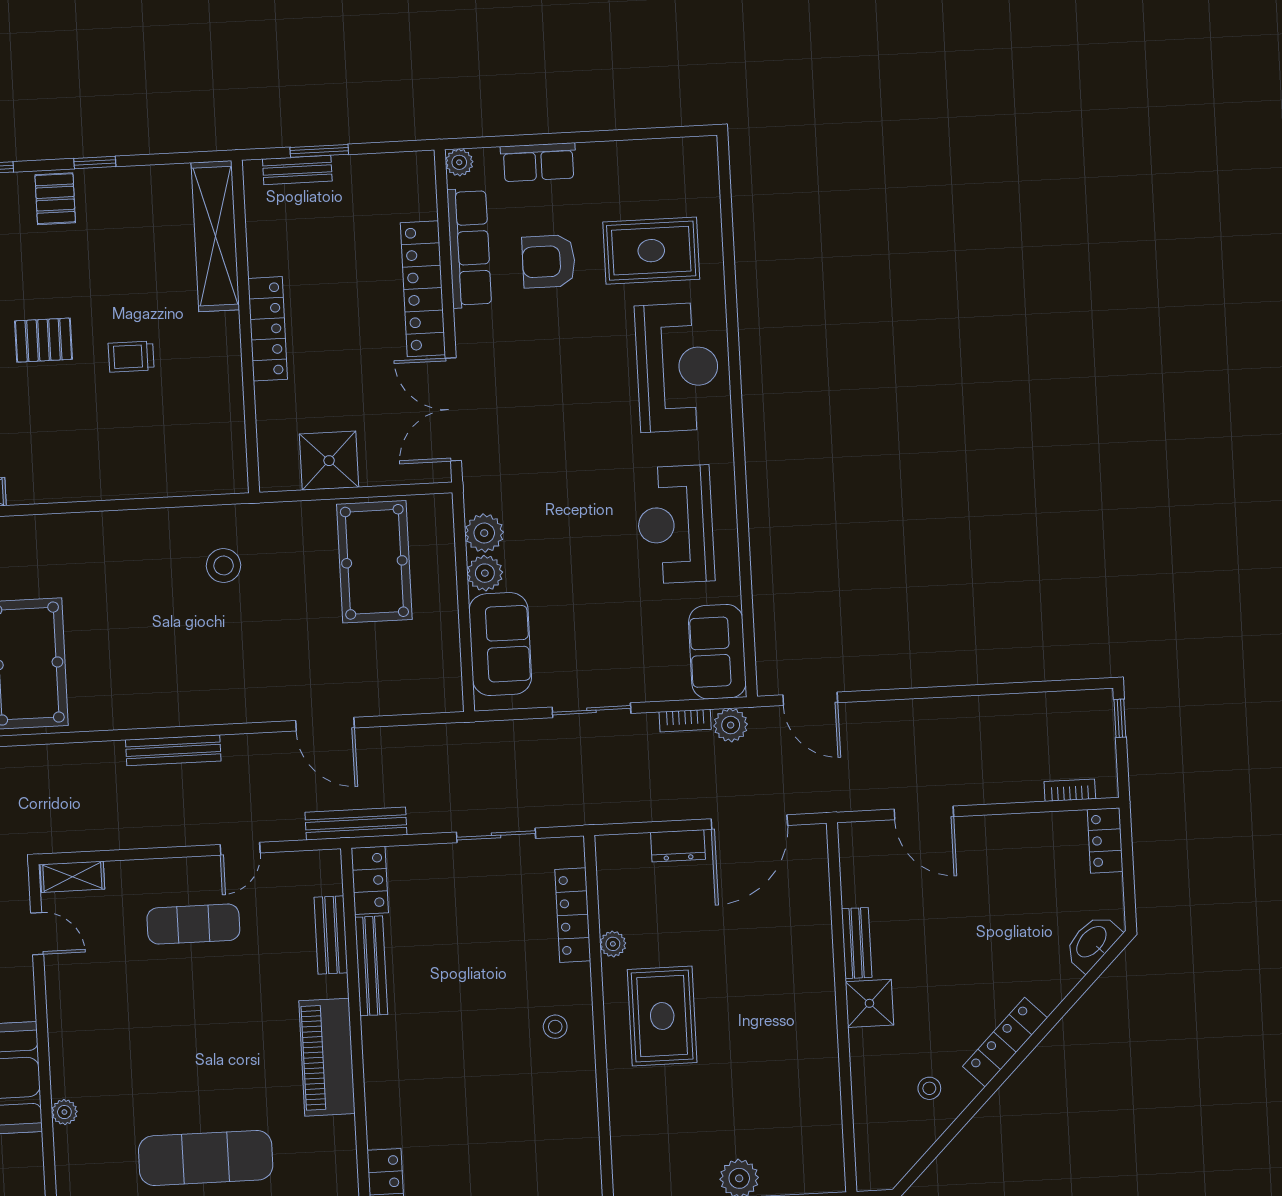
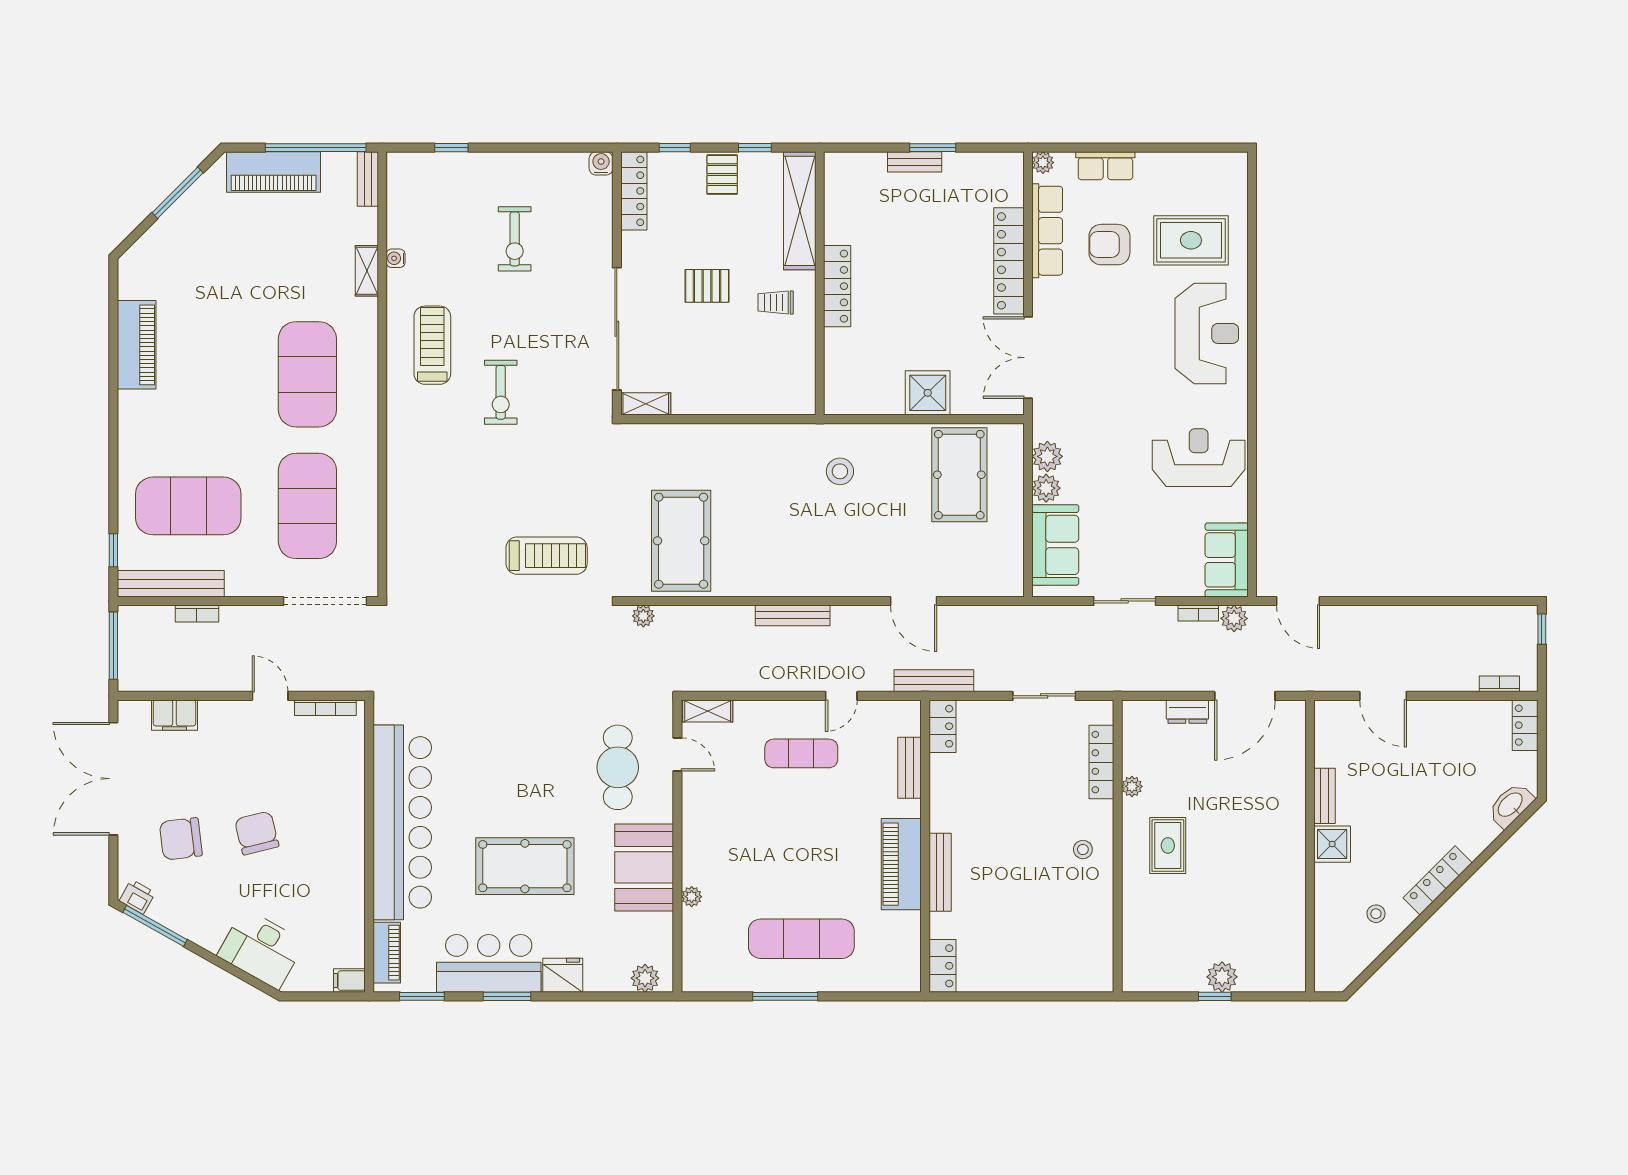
shelving: (215, 236) -> (800, 211), moved
wall: (245, 326) -> (820, 283), moved
locker: (268, 329) -> (837, 286), moved
reception desk: (675, 524) -> (1199, 458), turned 90
bench: (371, 966) -> (940, 872), moved
rug: (662, 1016) -> (1168, 845), width x0.73, depth x0.70

